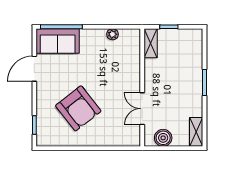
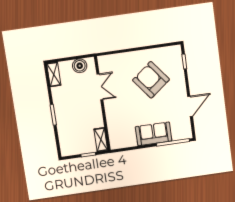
plant: (112, 34) -> (132, 142), removed
sofa: (58, 41) -> (154, 134), moved

